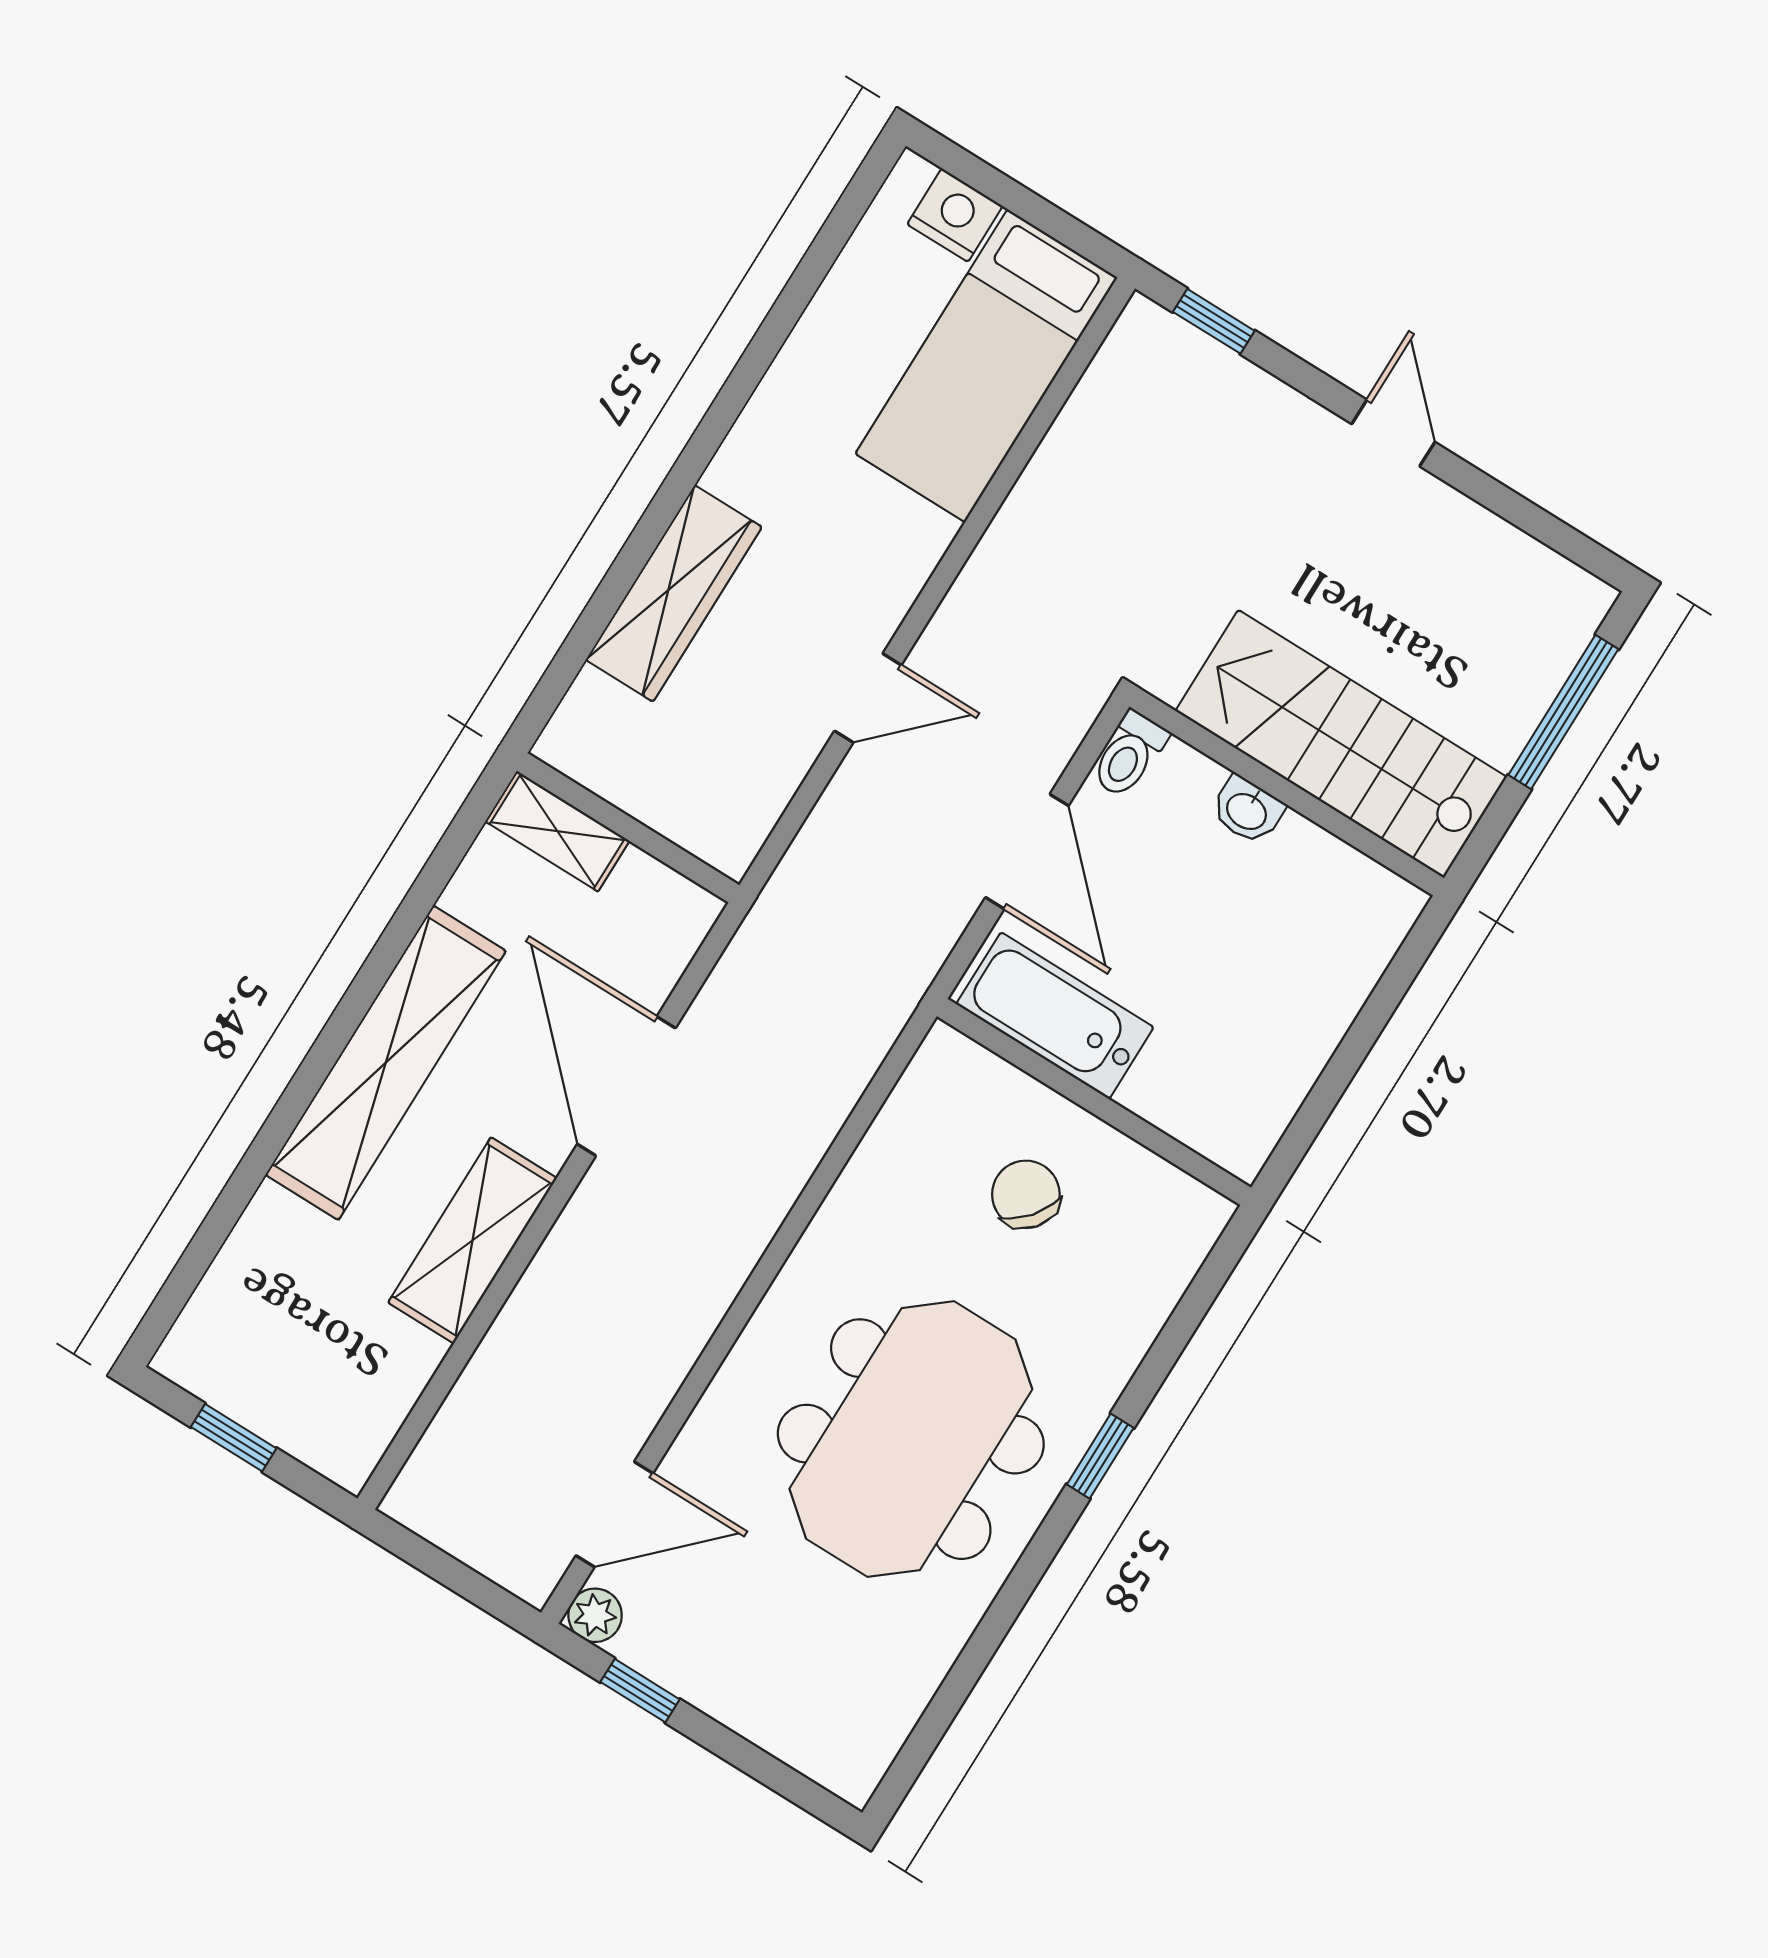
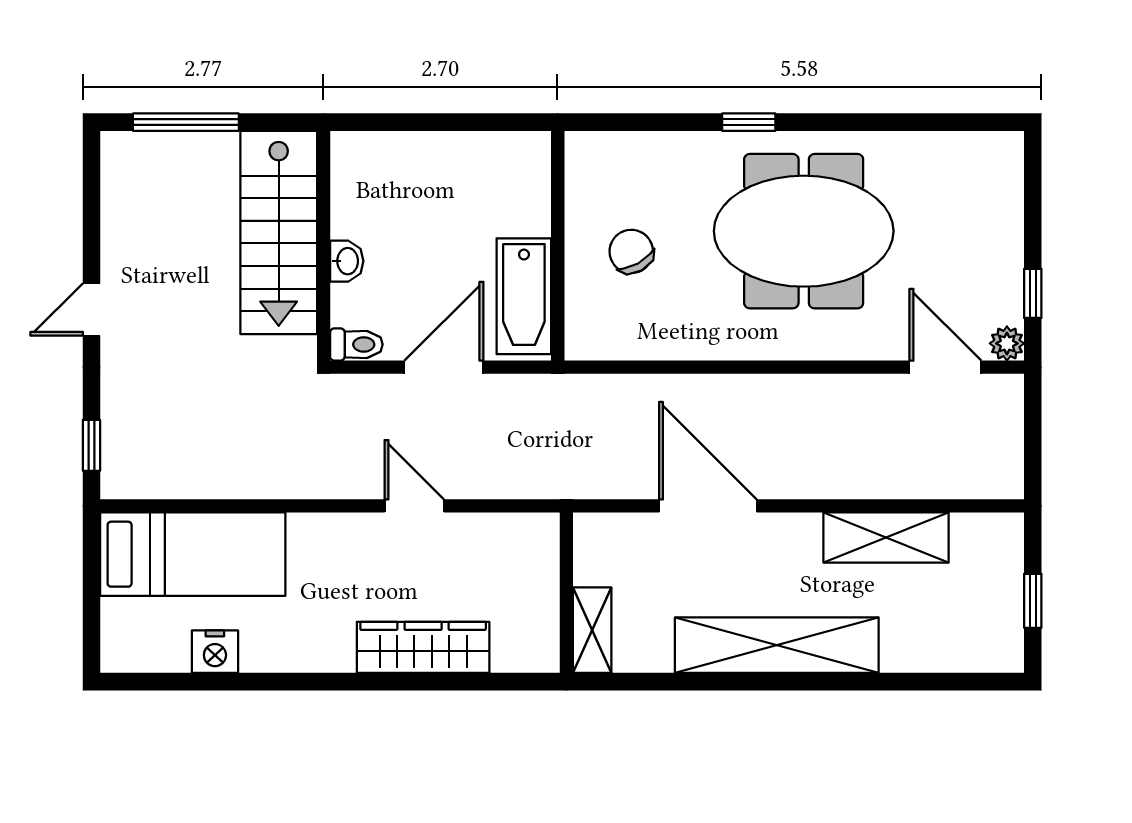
nightstand: (955, 215) -> (215, 652), moved, turned -90
door: (626, 1086) -> (708, 506), swing flipped
chair: (1026, 1194) -> (631, 251), turned 112
shelving: (473, 1240) -> (886, 538), moved

